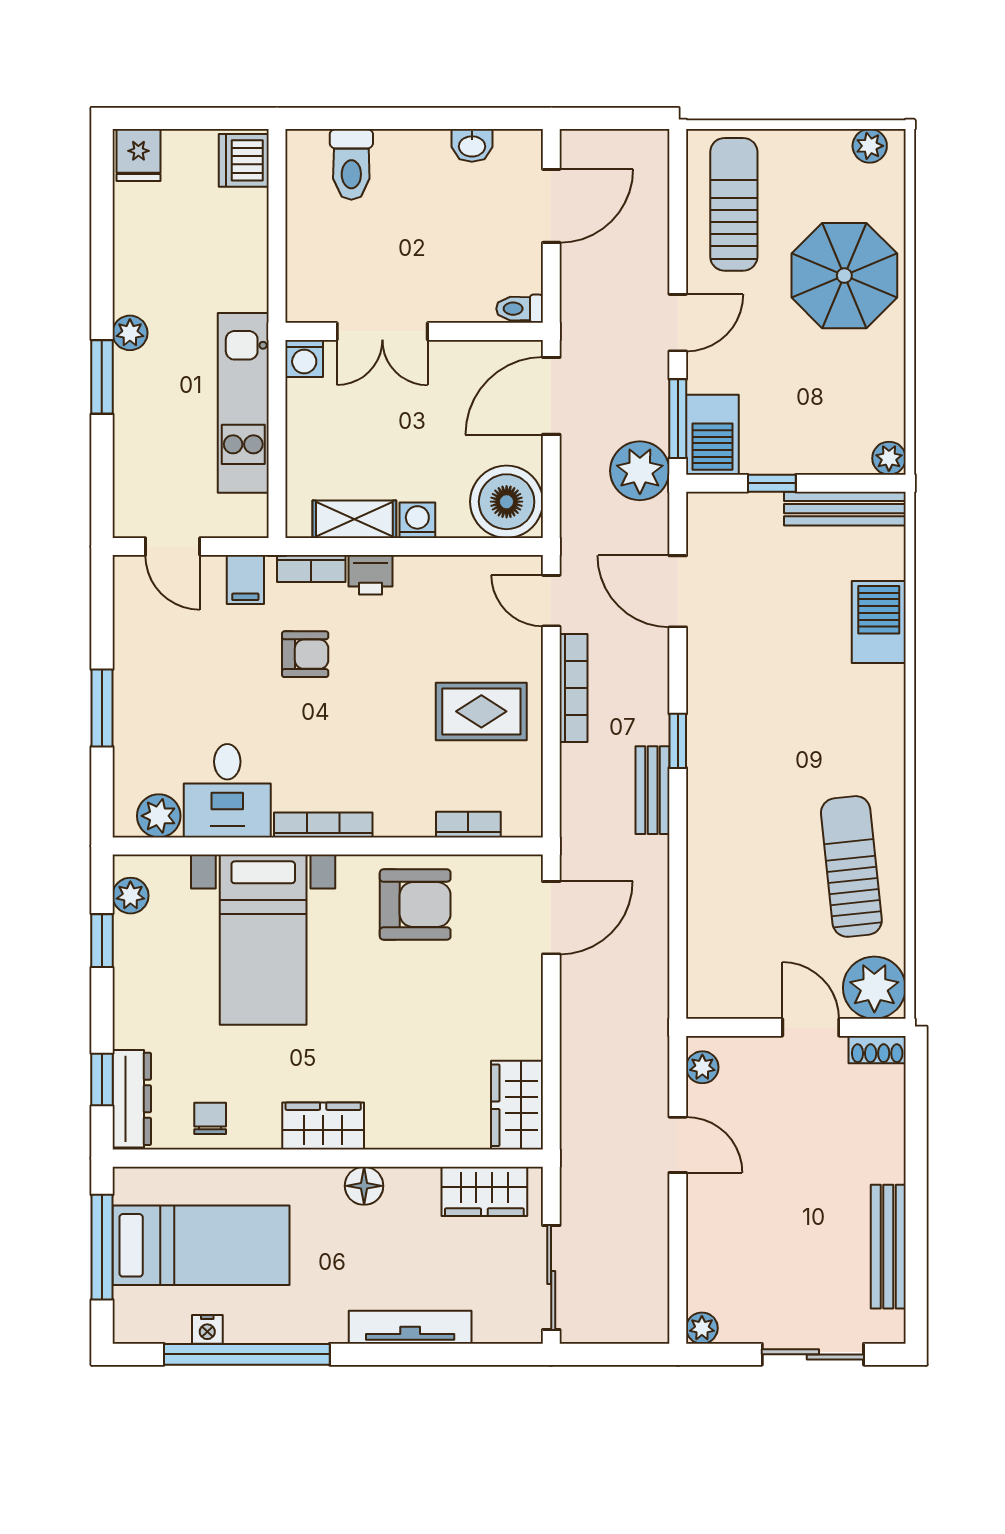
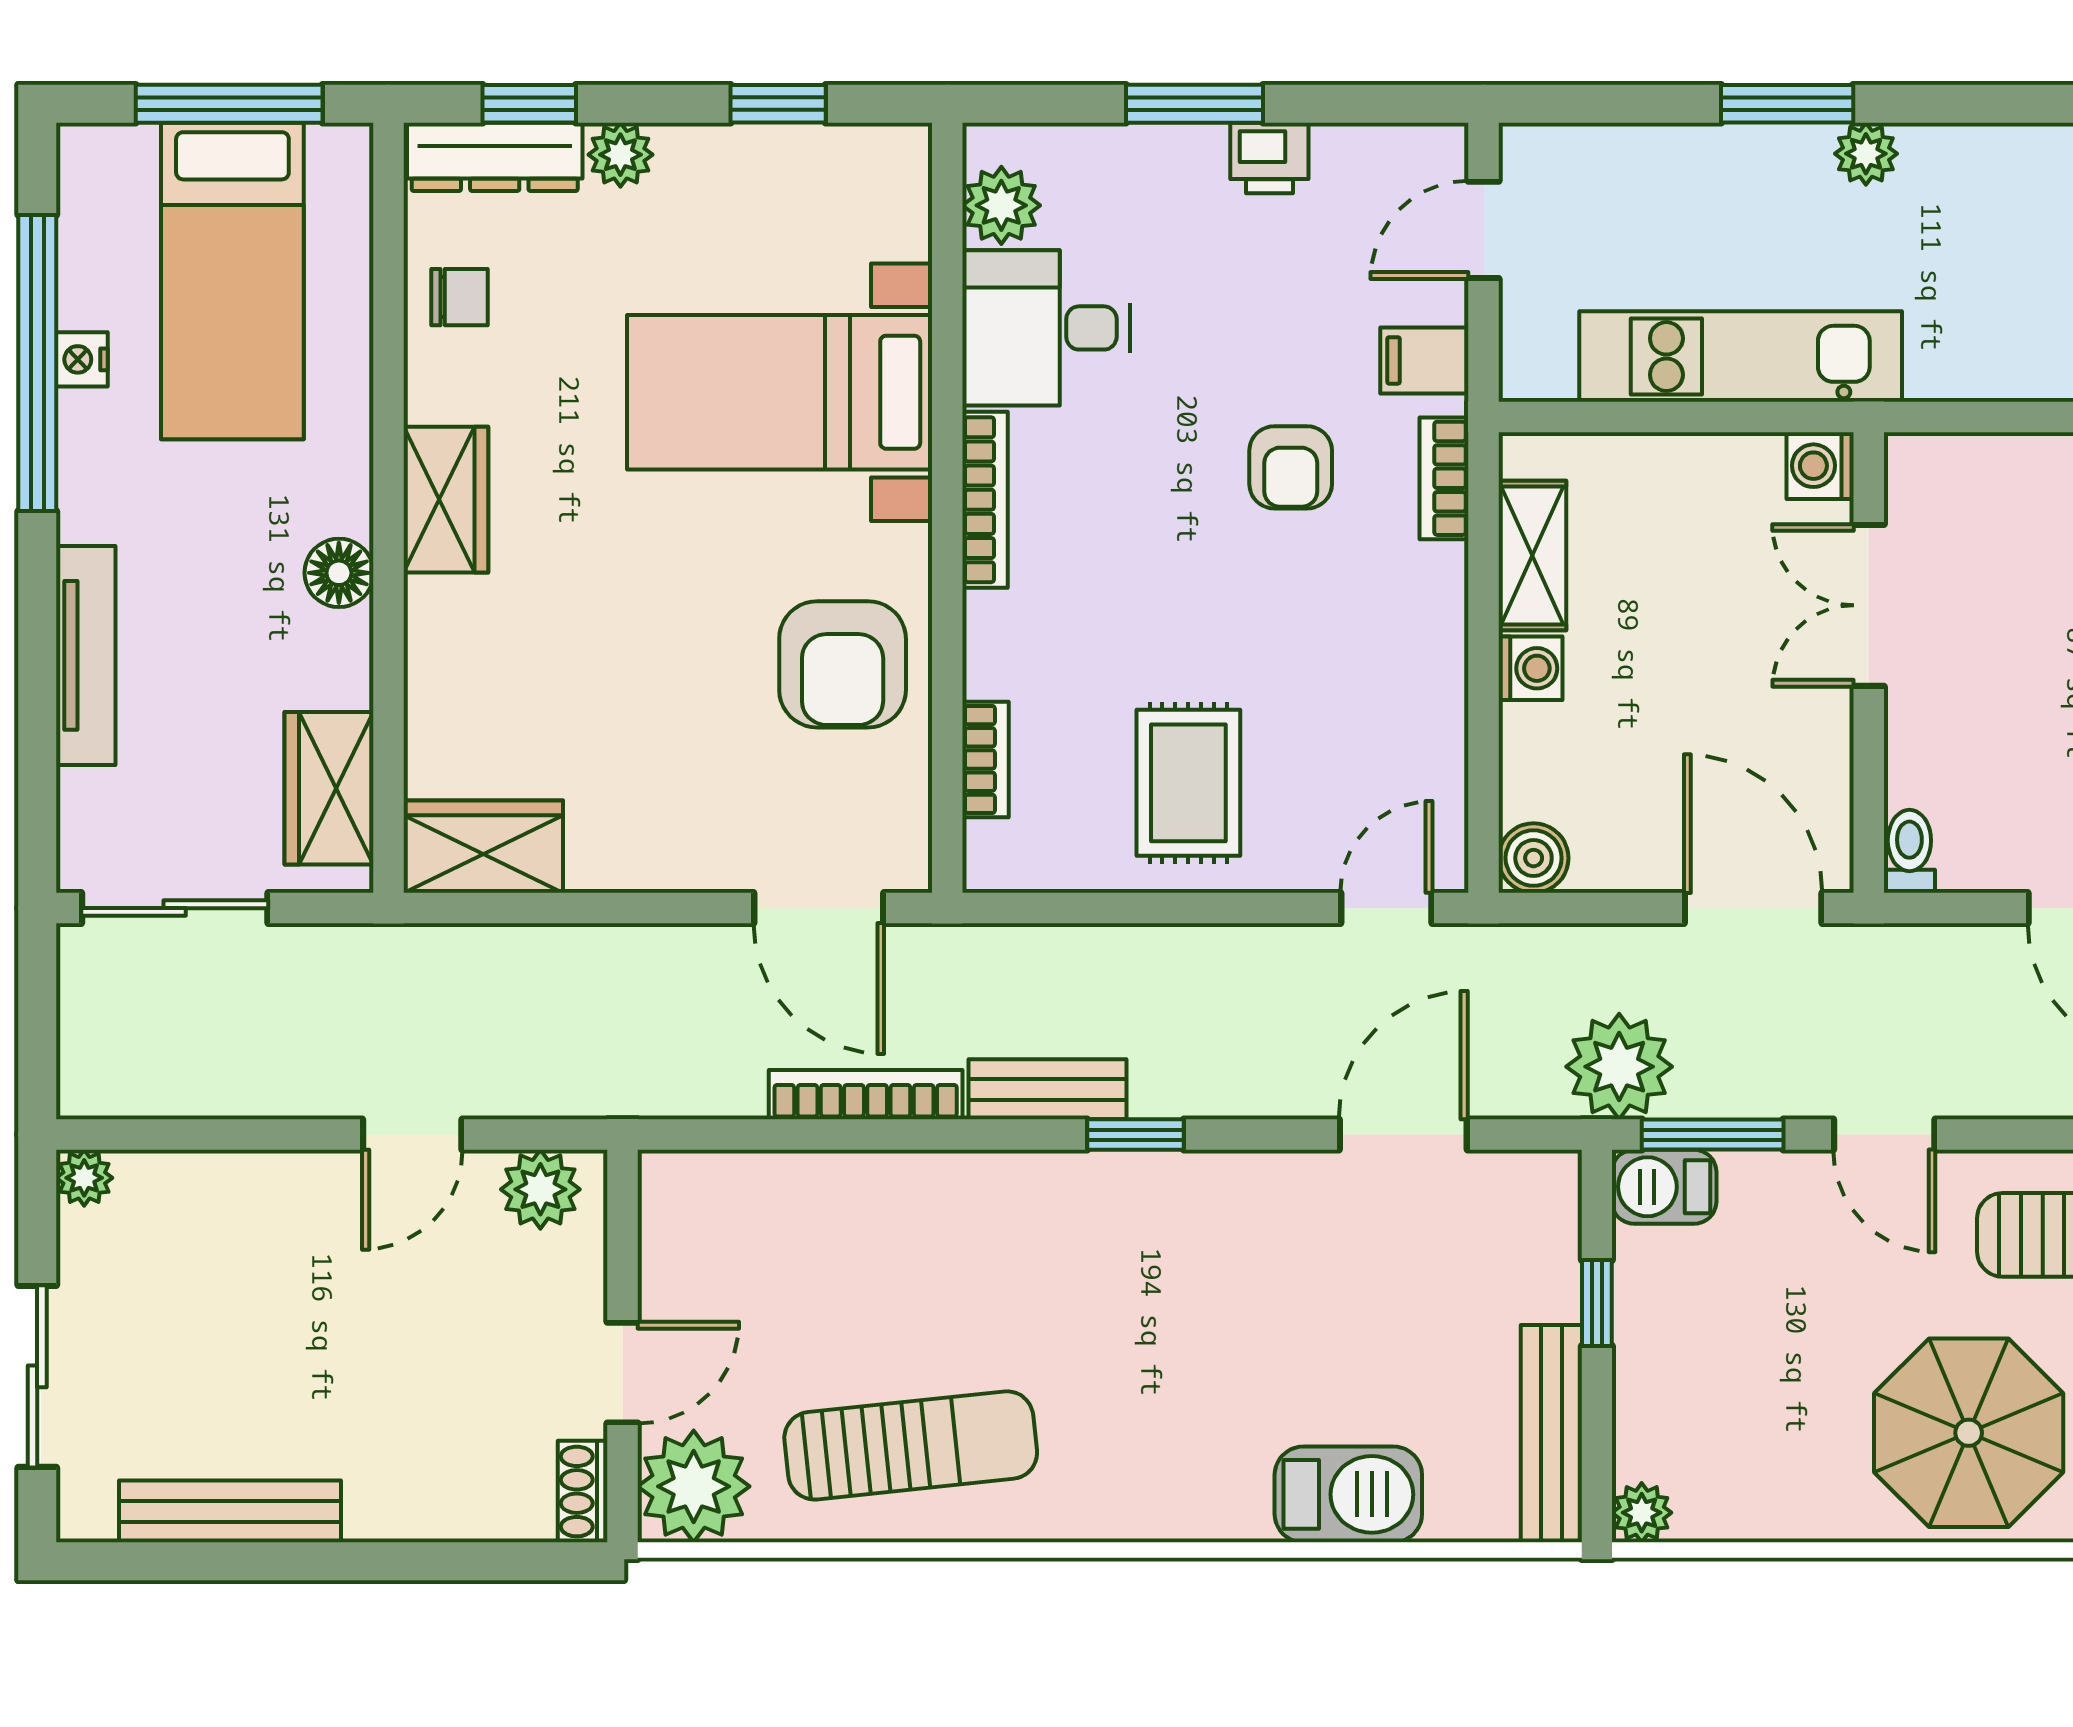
barbecue: (712, 435) -> (1664, 1187), width x0.73, depth x0.79
boiler: (507, 502) -> (1534, 858), width x0.54, depth x0.54
printer: (370, 575) -> (1269, 158), moved, turned -90
bookcase: (574, 688) -> (866, 1095), moved, turned 180
plant: (130, 896) -> (620, 155), moved
plant: (702, 1067) -> (540, 1189), width x1.38, depth x1.38
nightstand: (207, 1329) -> (82, 359), moved

